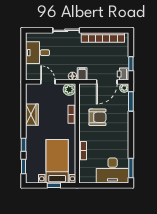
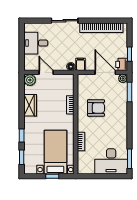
door: (107, 82) -> (105, 72), swing flipped
plant: (69, 89) -> (30, 80), moved

